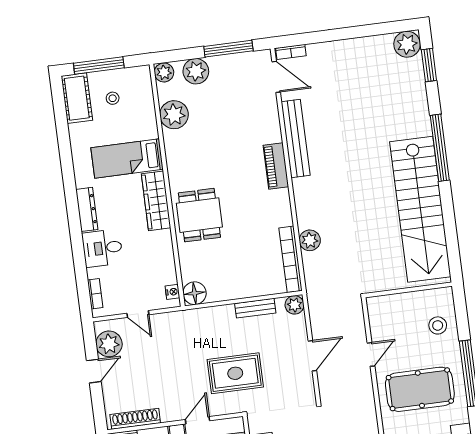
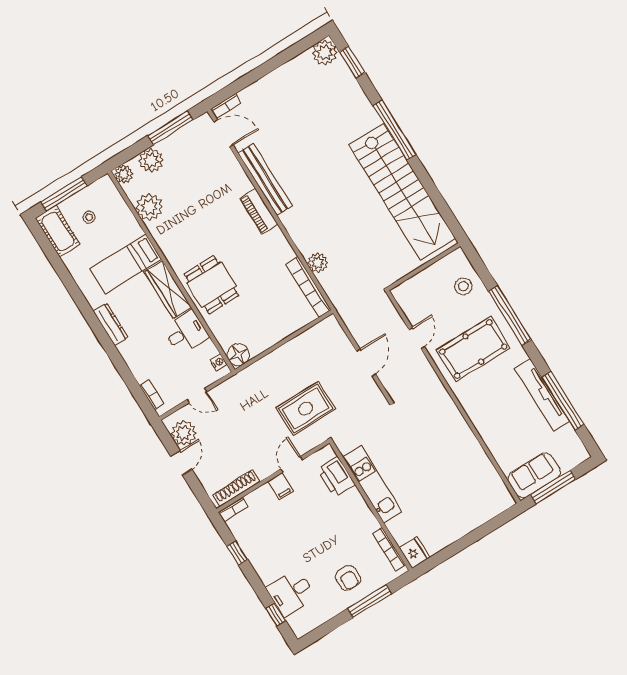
desk: (102, 248) -> (186, 332), moved, turned 180
plant: (295, 305) -> (330, 325), removed
bench: (255, 308) -> (297, 344), removed

